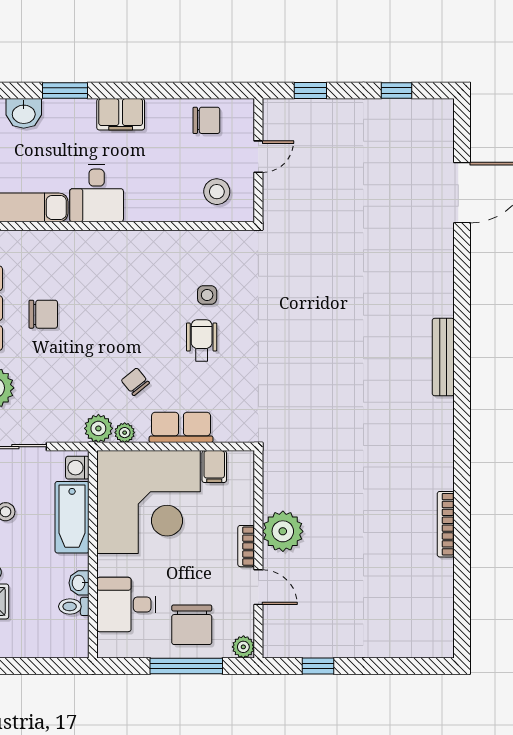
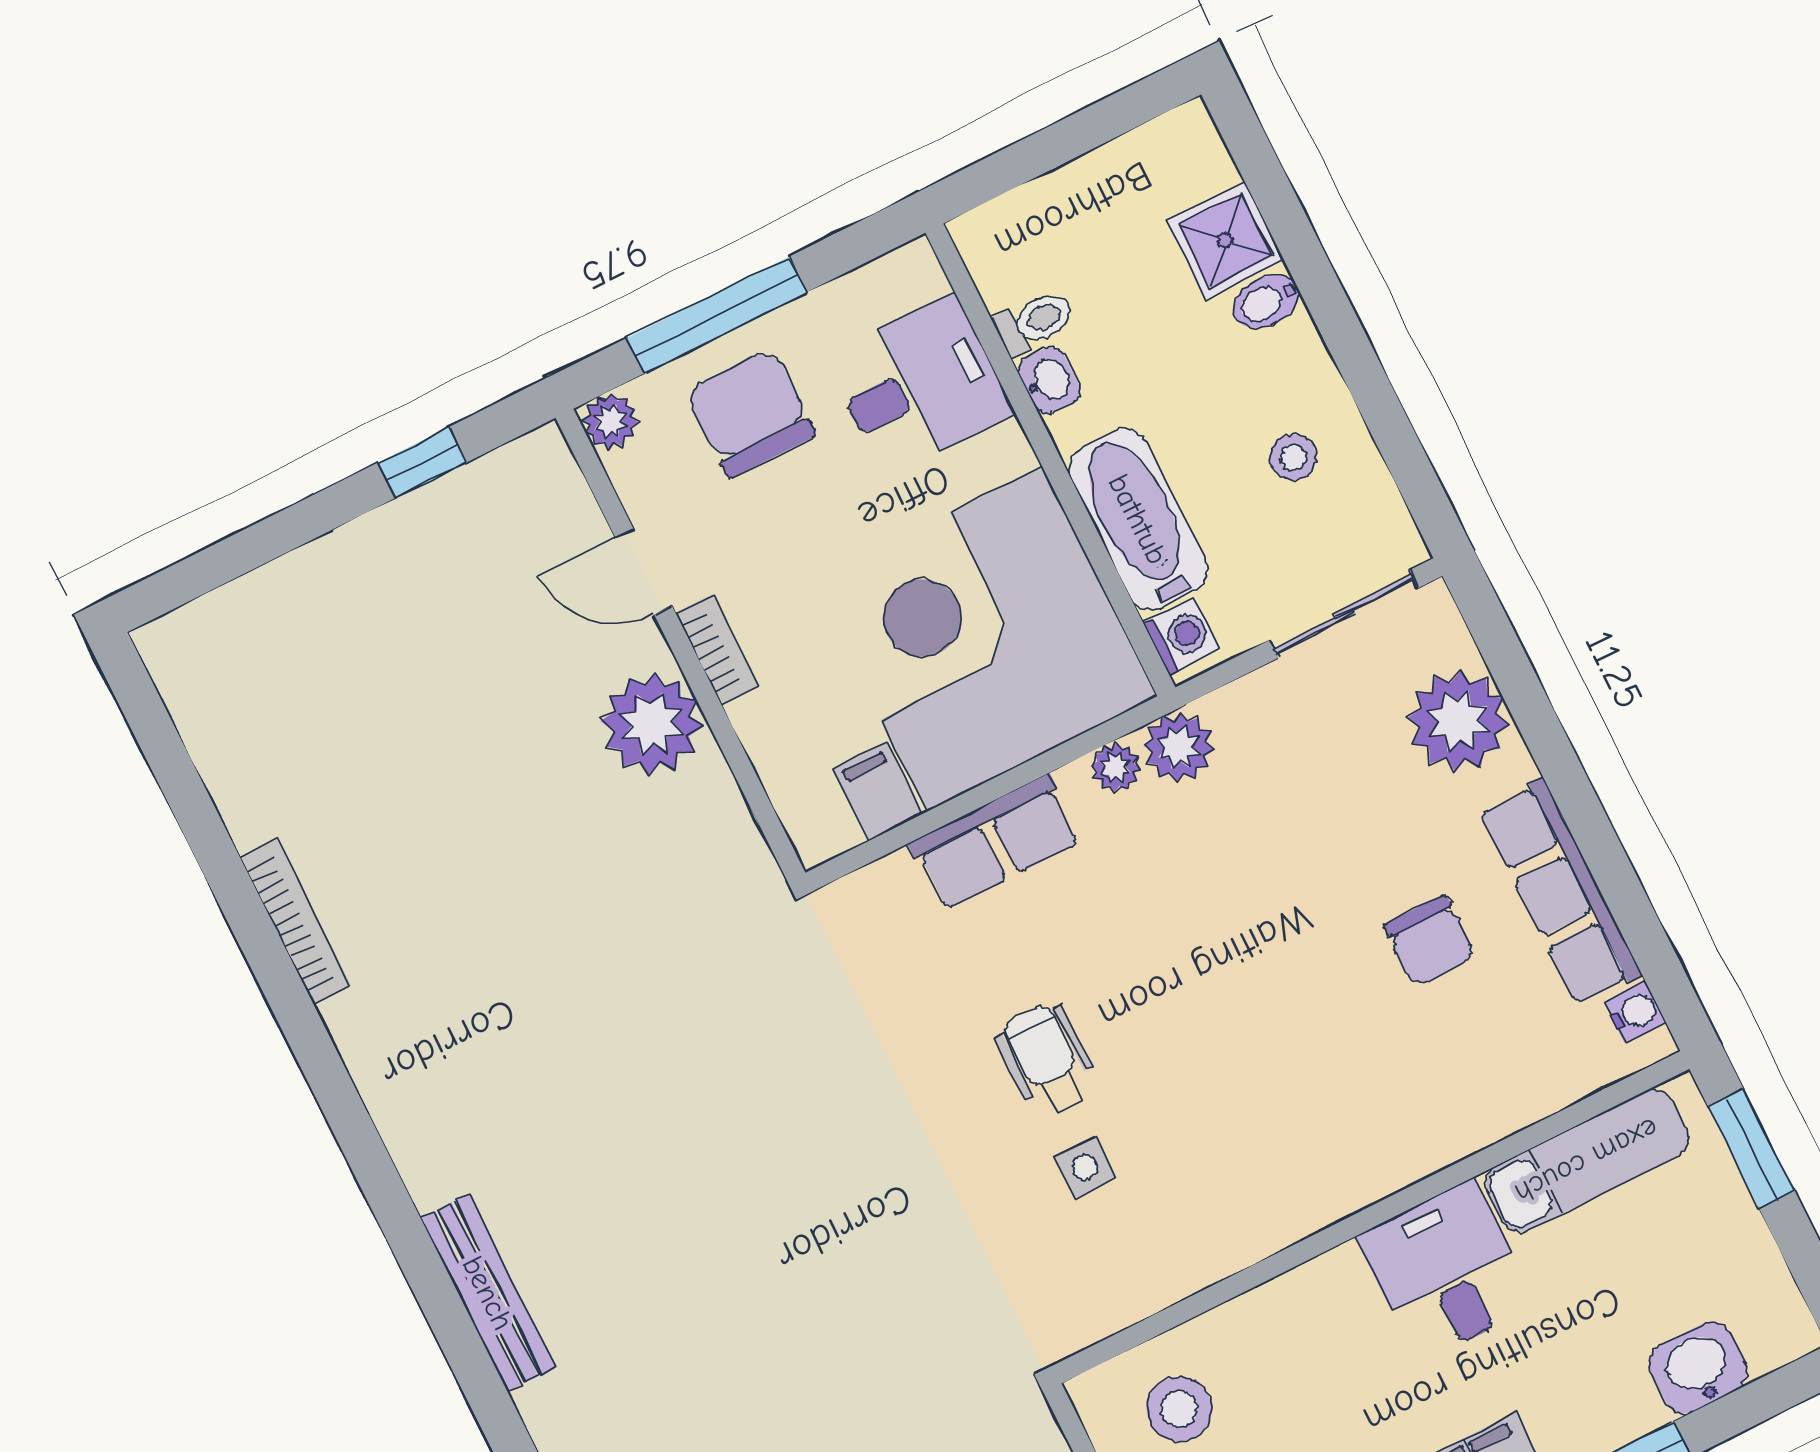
chair: (43, 314) -> (1430, 941), turned -90
wheelchair: (202, 340) -> (1047, 1060), turned 180
chair: (135, 382) -> (1149, 893), removed

